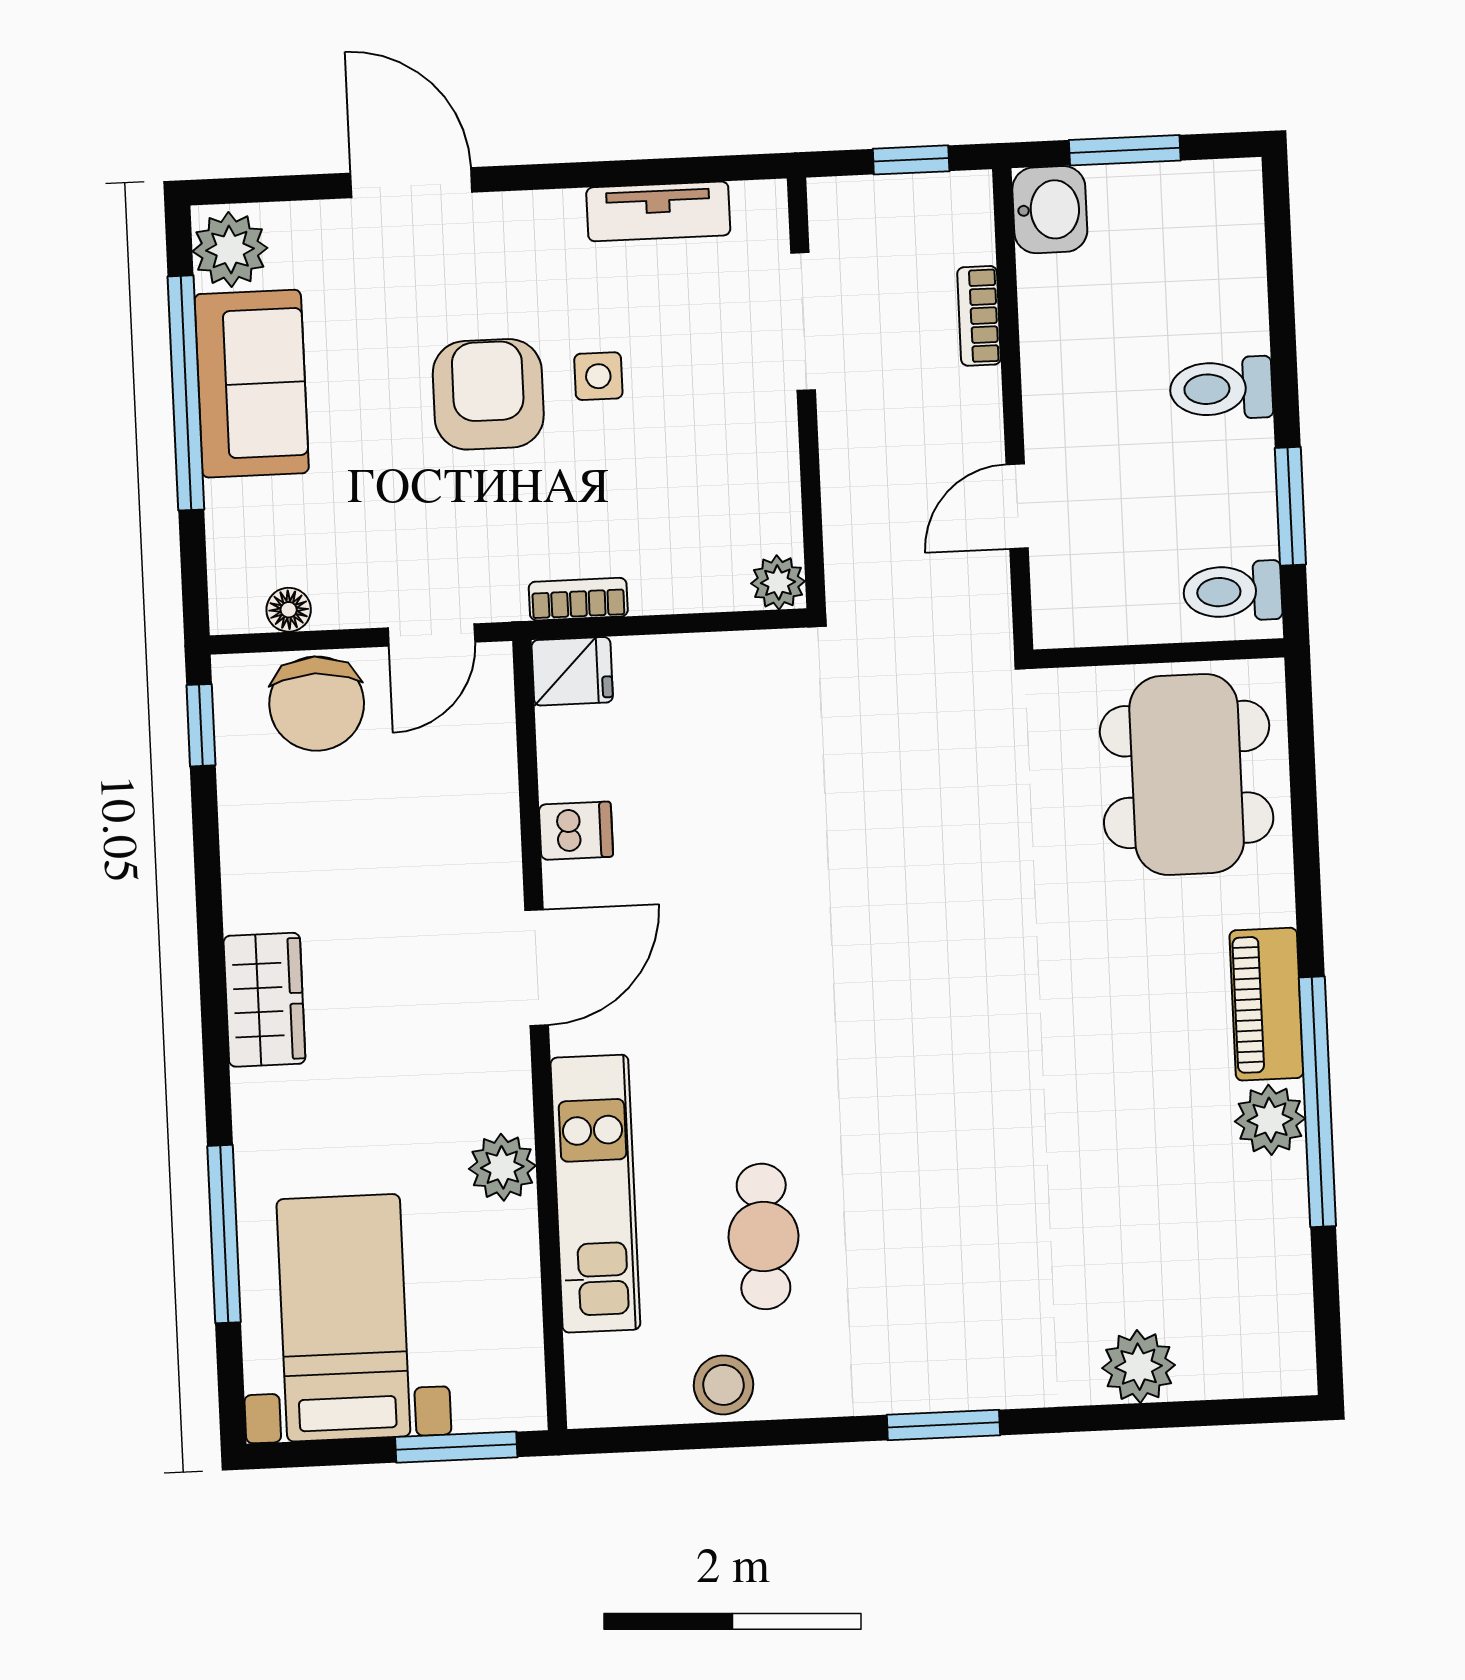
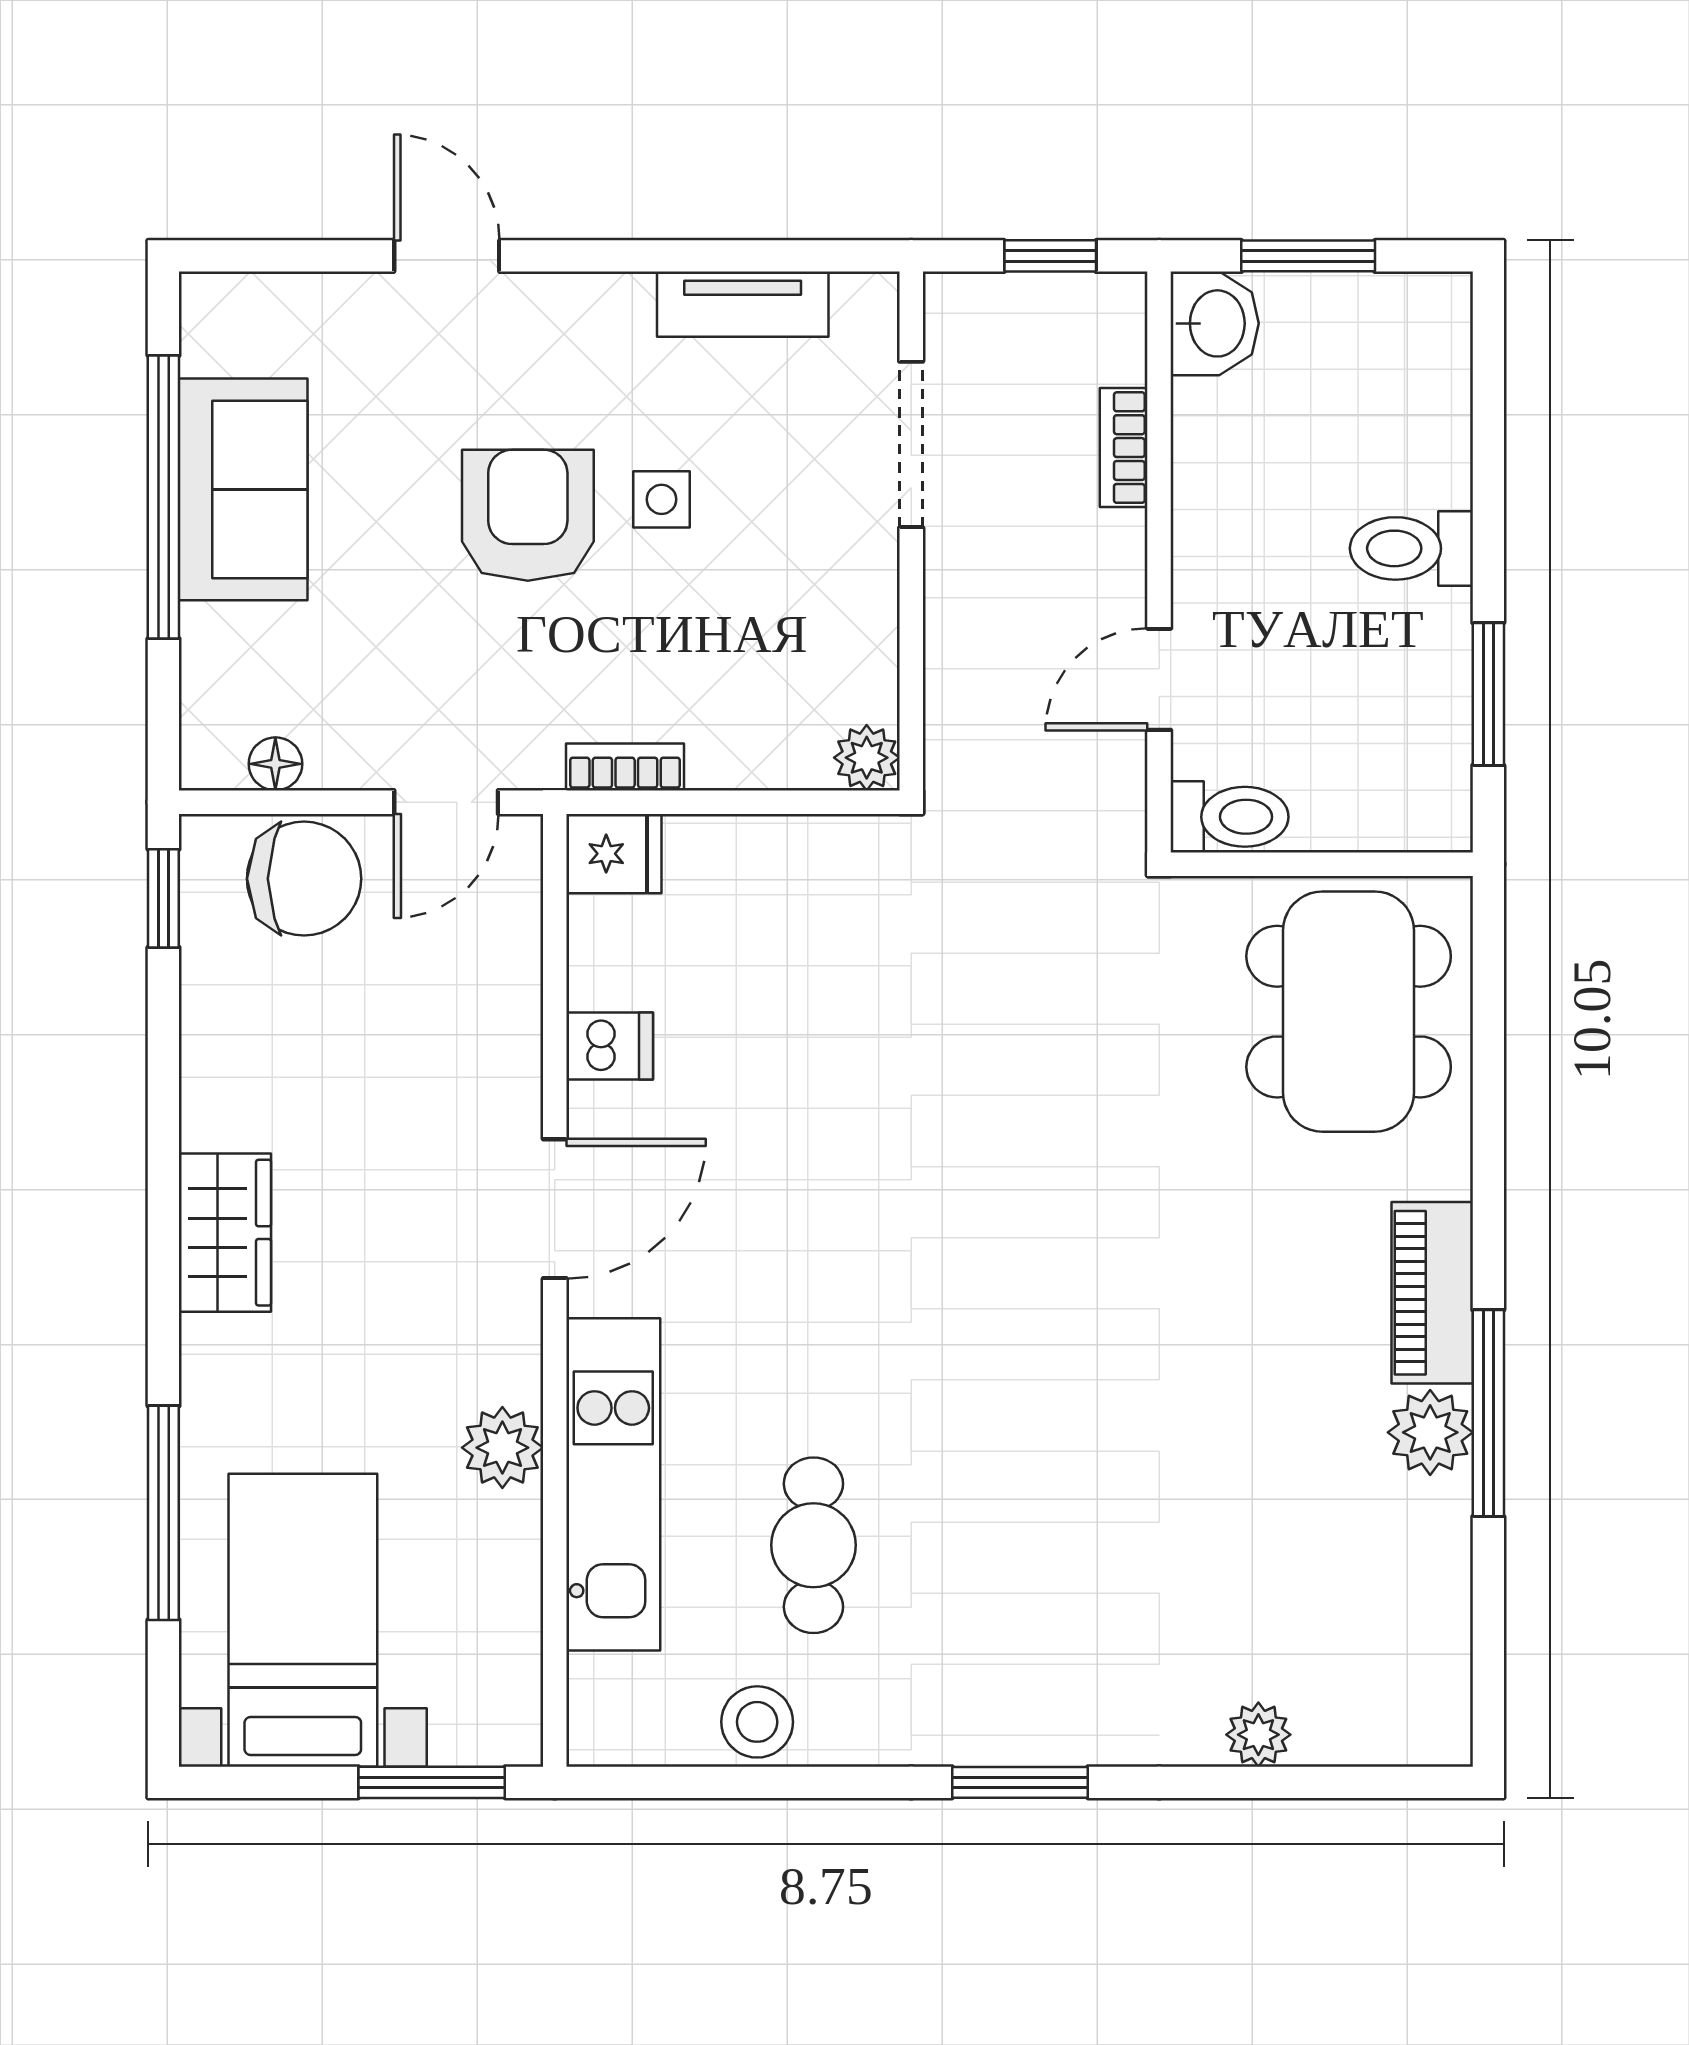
door: (411, 183) -> (447, 256), width x0.73
plant: (230, 250) -> (225, 327), removed
toilet: (1233, 591) -> (1230, 817), moved, turned 180
chair: (317, 704) -> (304, 879), turned -90
window: (1317, 1102) -> (1488, 1413), width x0.68
plant: (1139, 1367) -> (1258, 1735), width x0.73, depth x0.73

